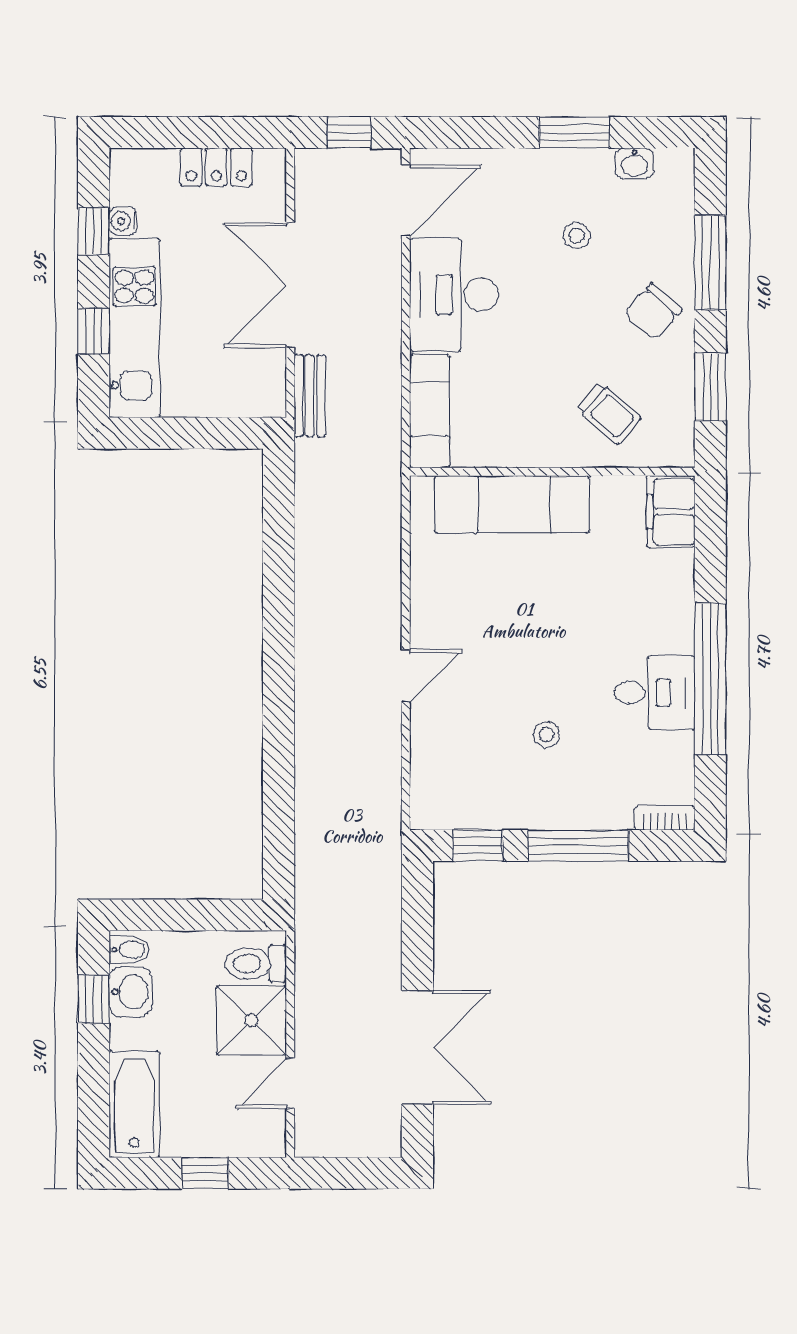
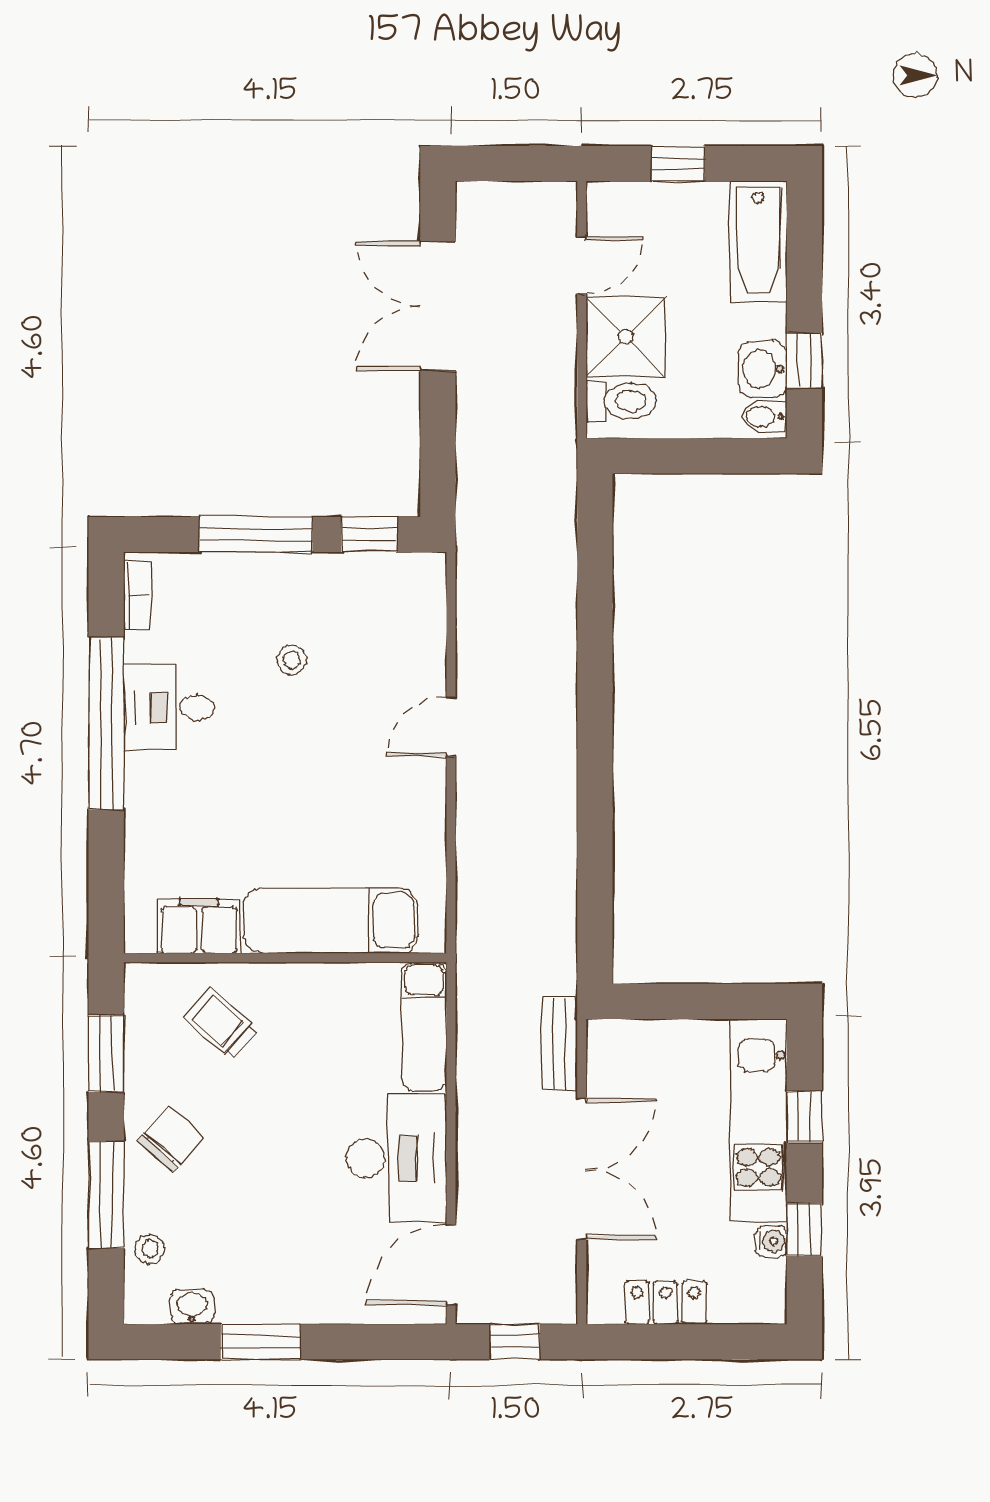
stool: (577, 236) -> (150, 1249), moved
filing cabinet: (671, 512) -> (199, 926), moved, turned -90
bookcase: (665, 818) -> (137, 595), moved, turned -90

